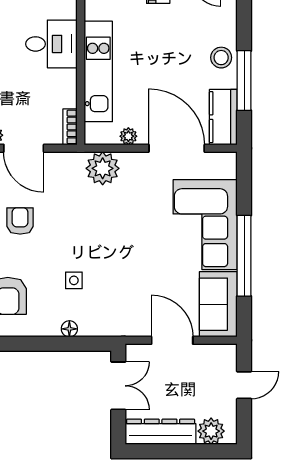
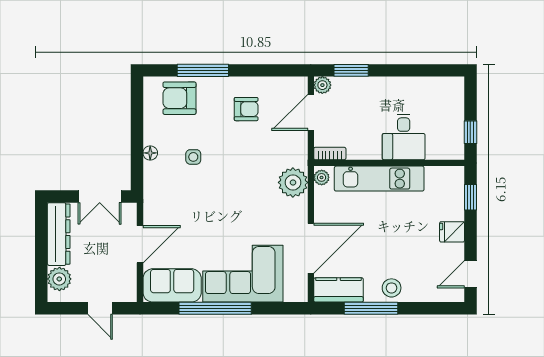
plant: (128, 136) -> (322, 177), moved

